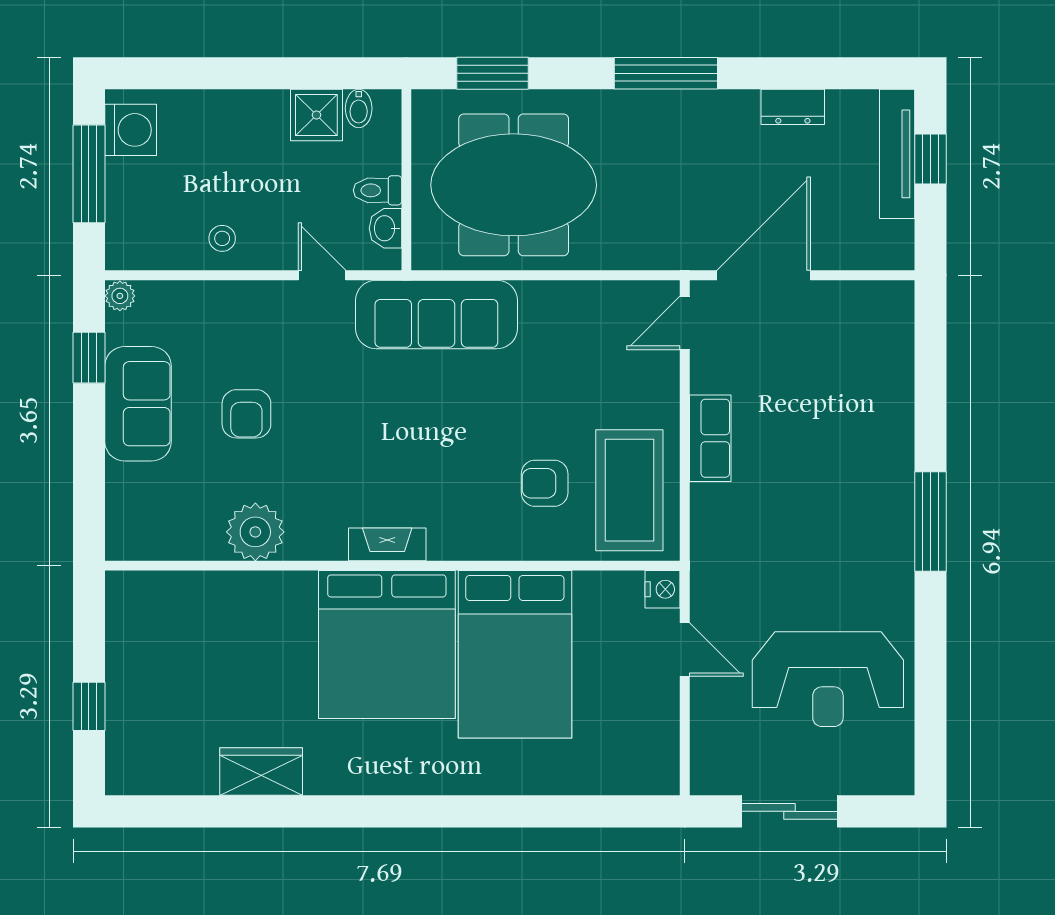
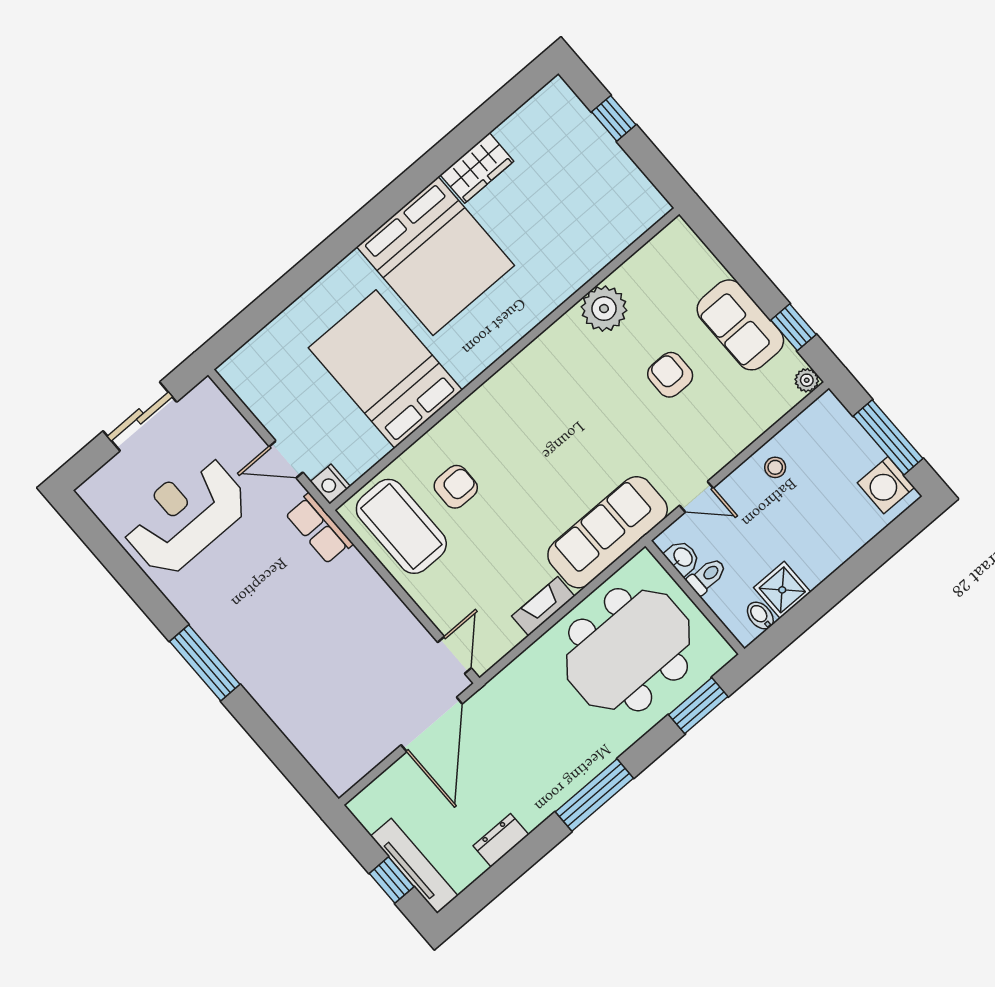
row of seats: (710, 438) -> (319, 529), moved
fireplace: (387, 544) -> (543, 606), moved, turned 180
bed: (387, 645) -> (435, 256), moved, turned 180

